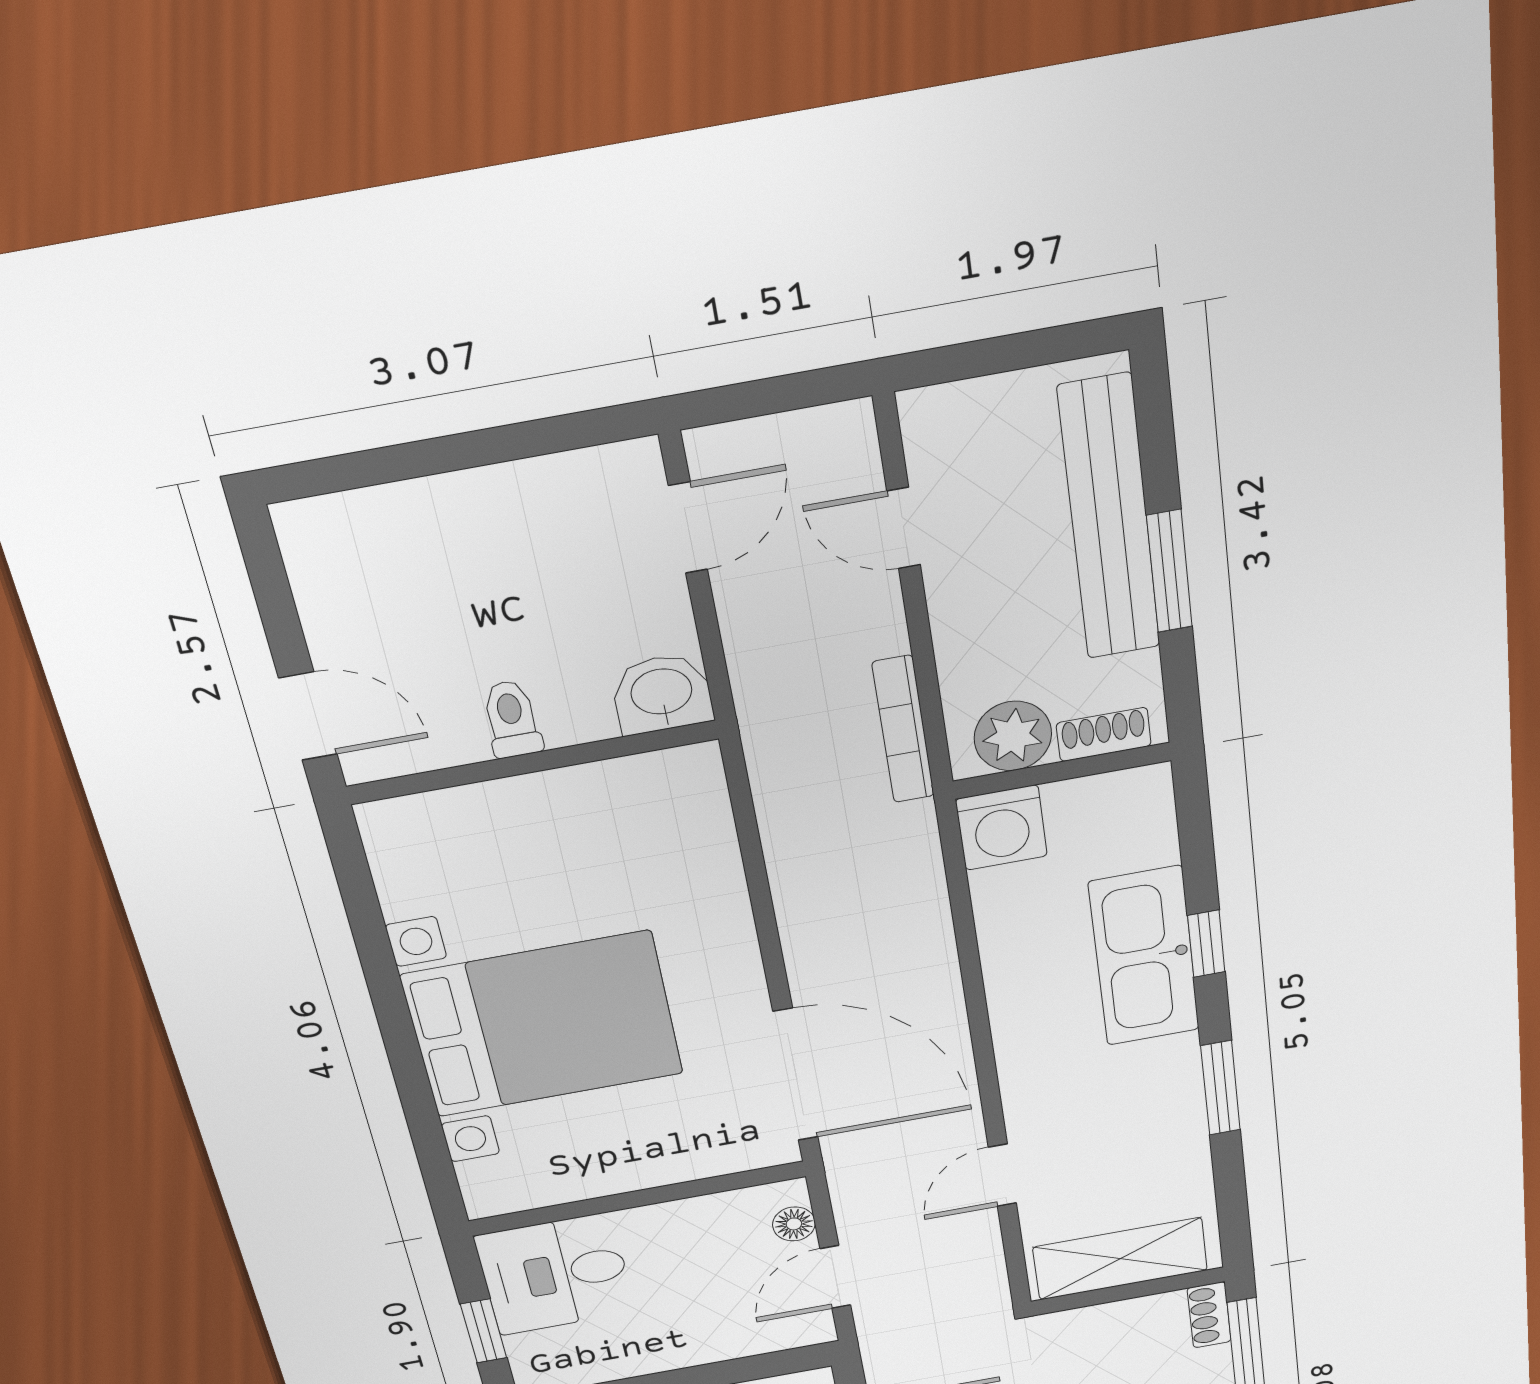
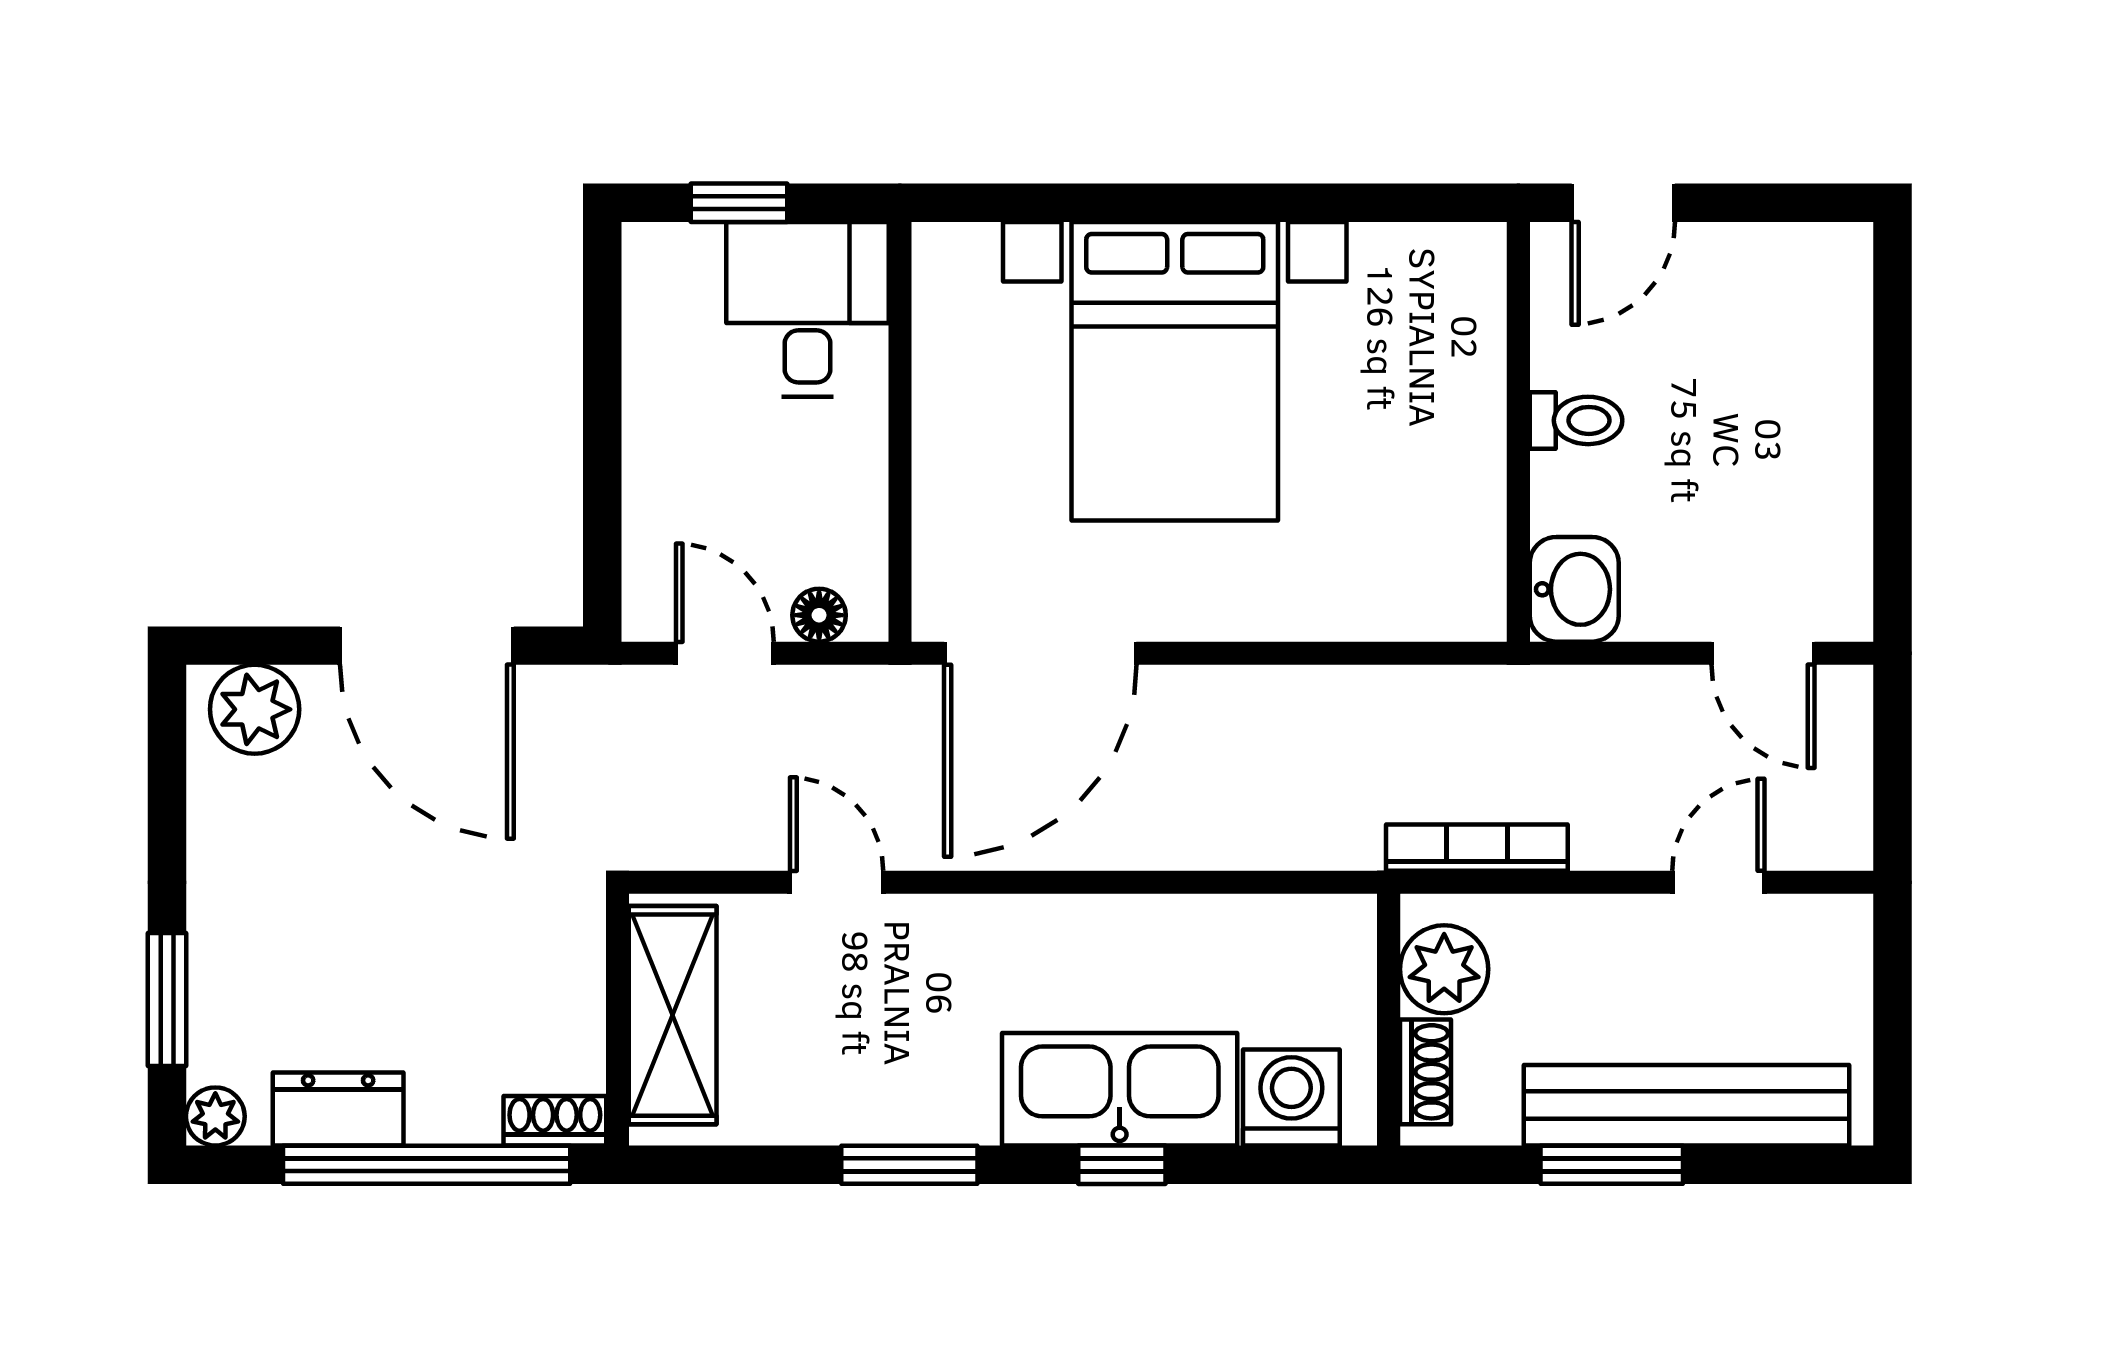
washing machine: (1002, 828) -> (1291, 1097), moved, turned 90

